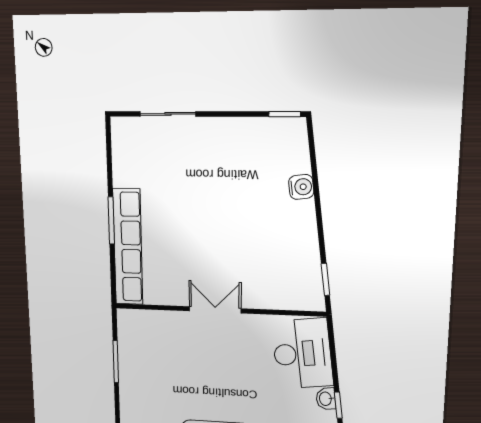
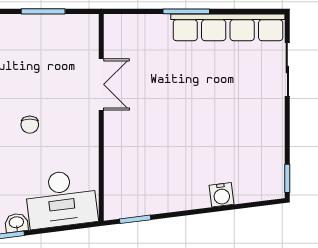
row of seats: (128, 247) -> (228, 27), moved
double door: (215, 310) -> (101, 84), moved
chair: (227, 380) -> (30, 125), added

